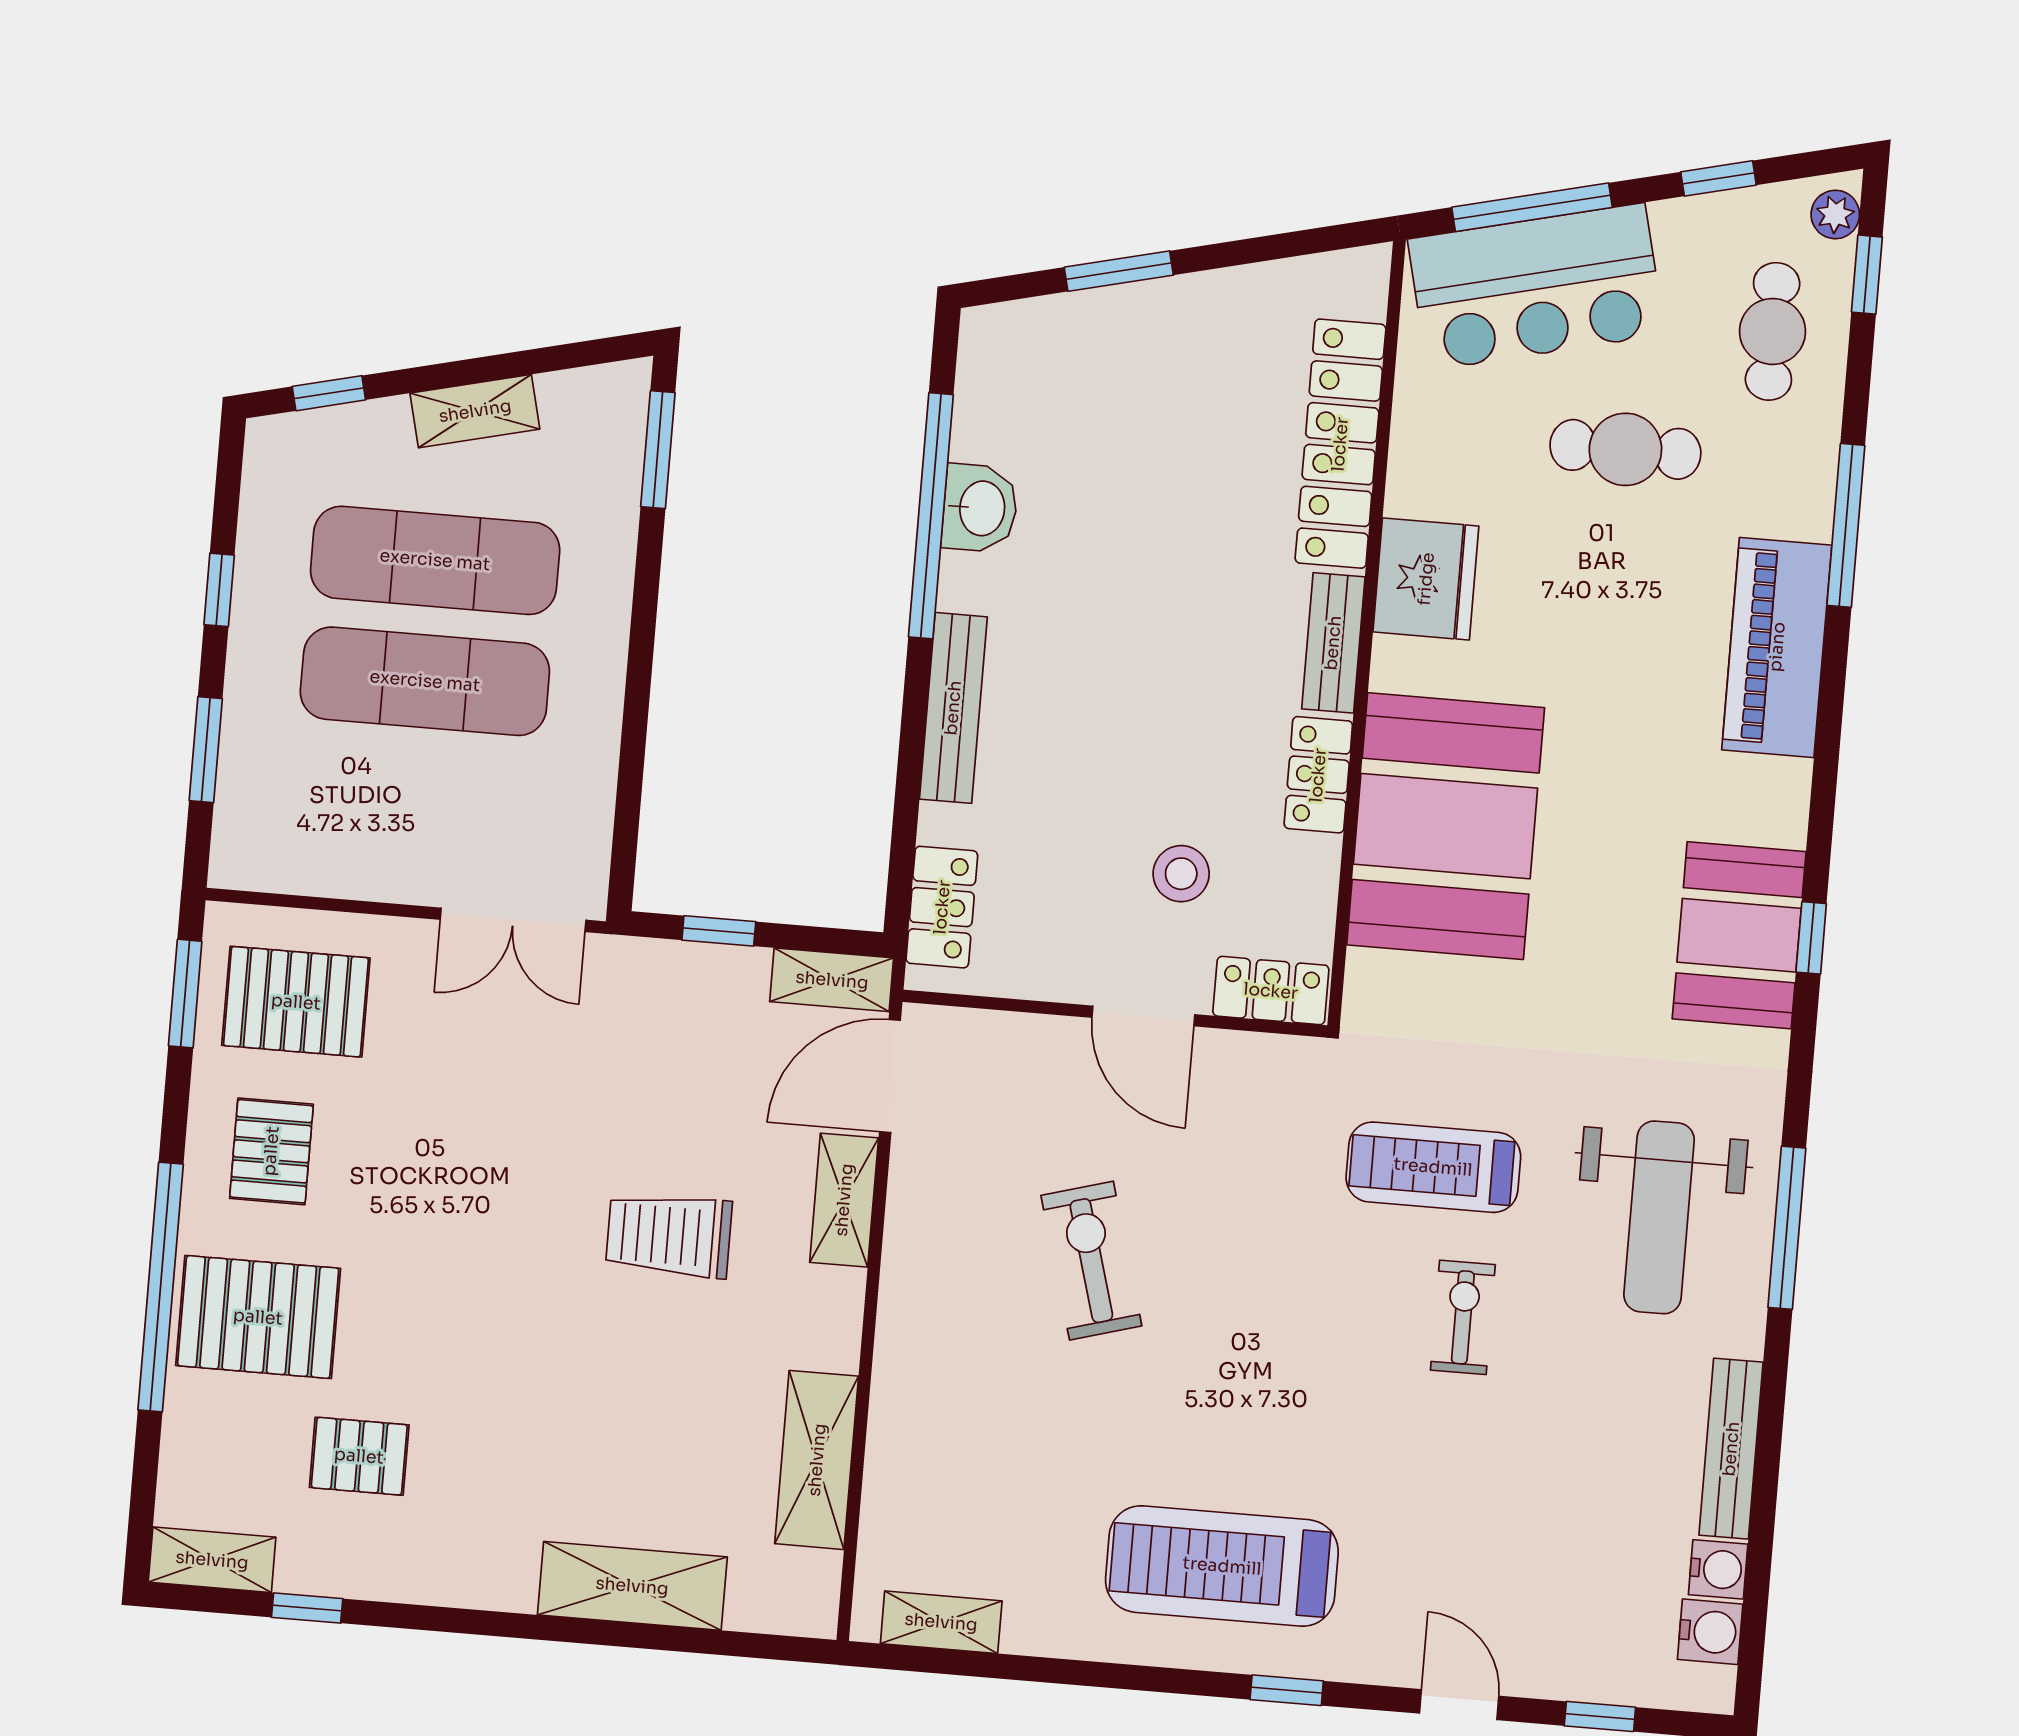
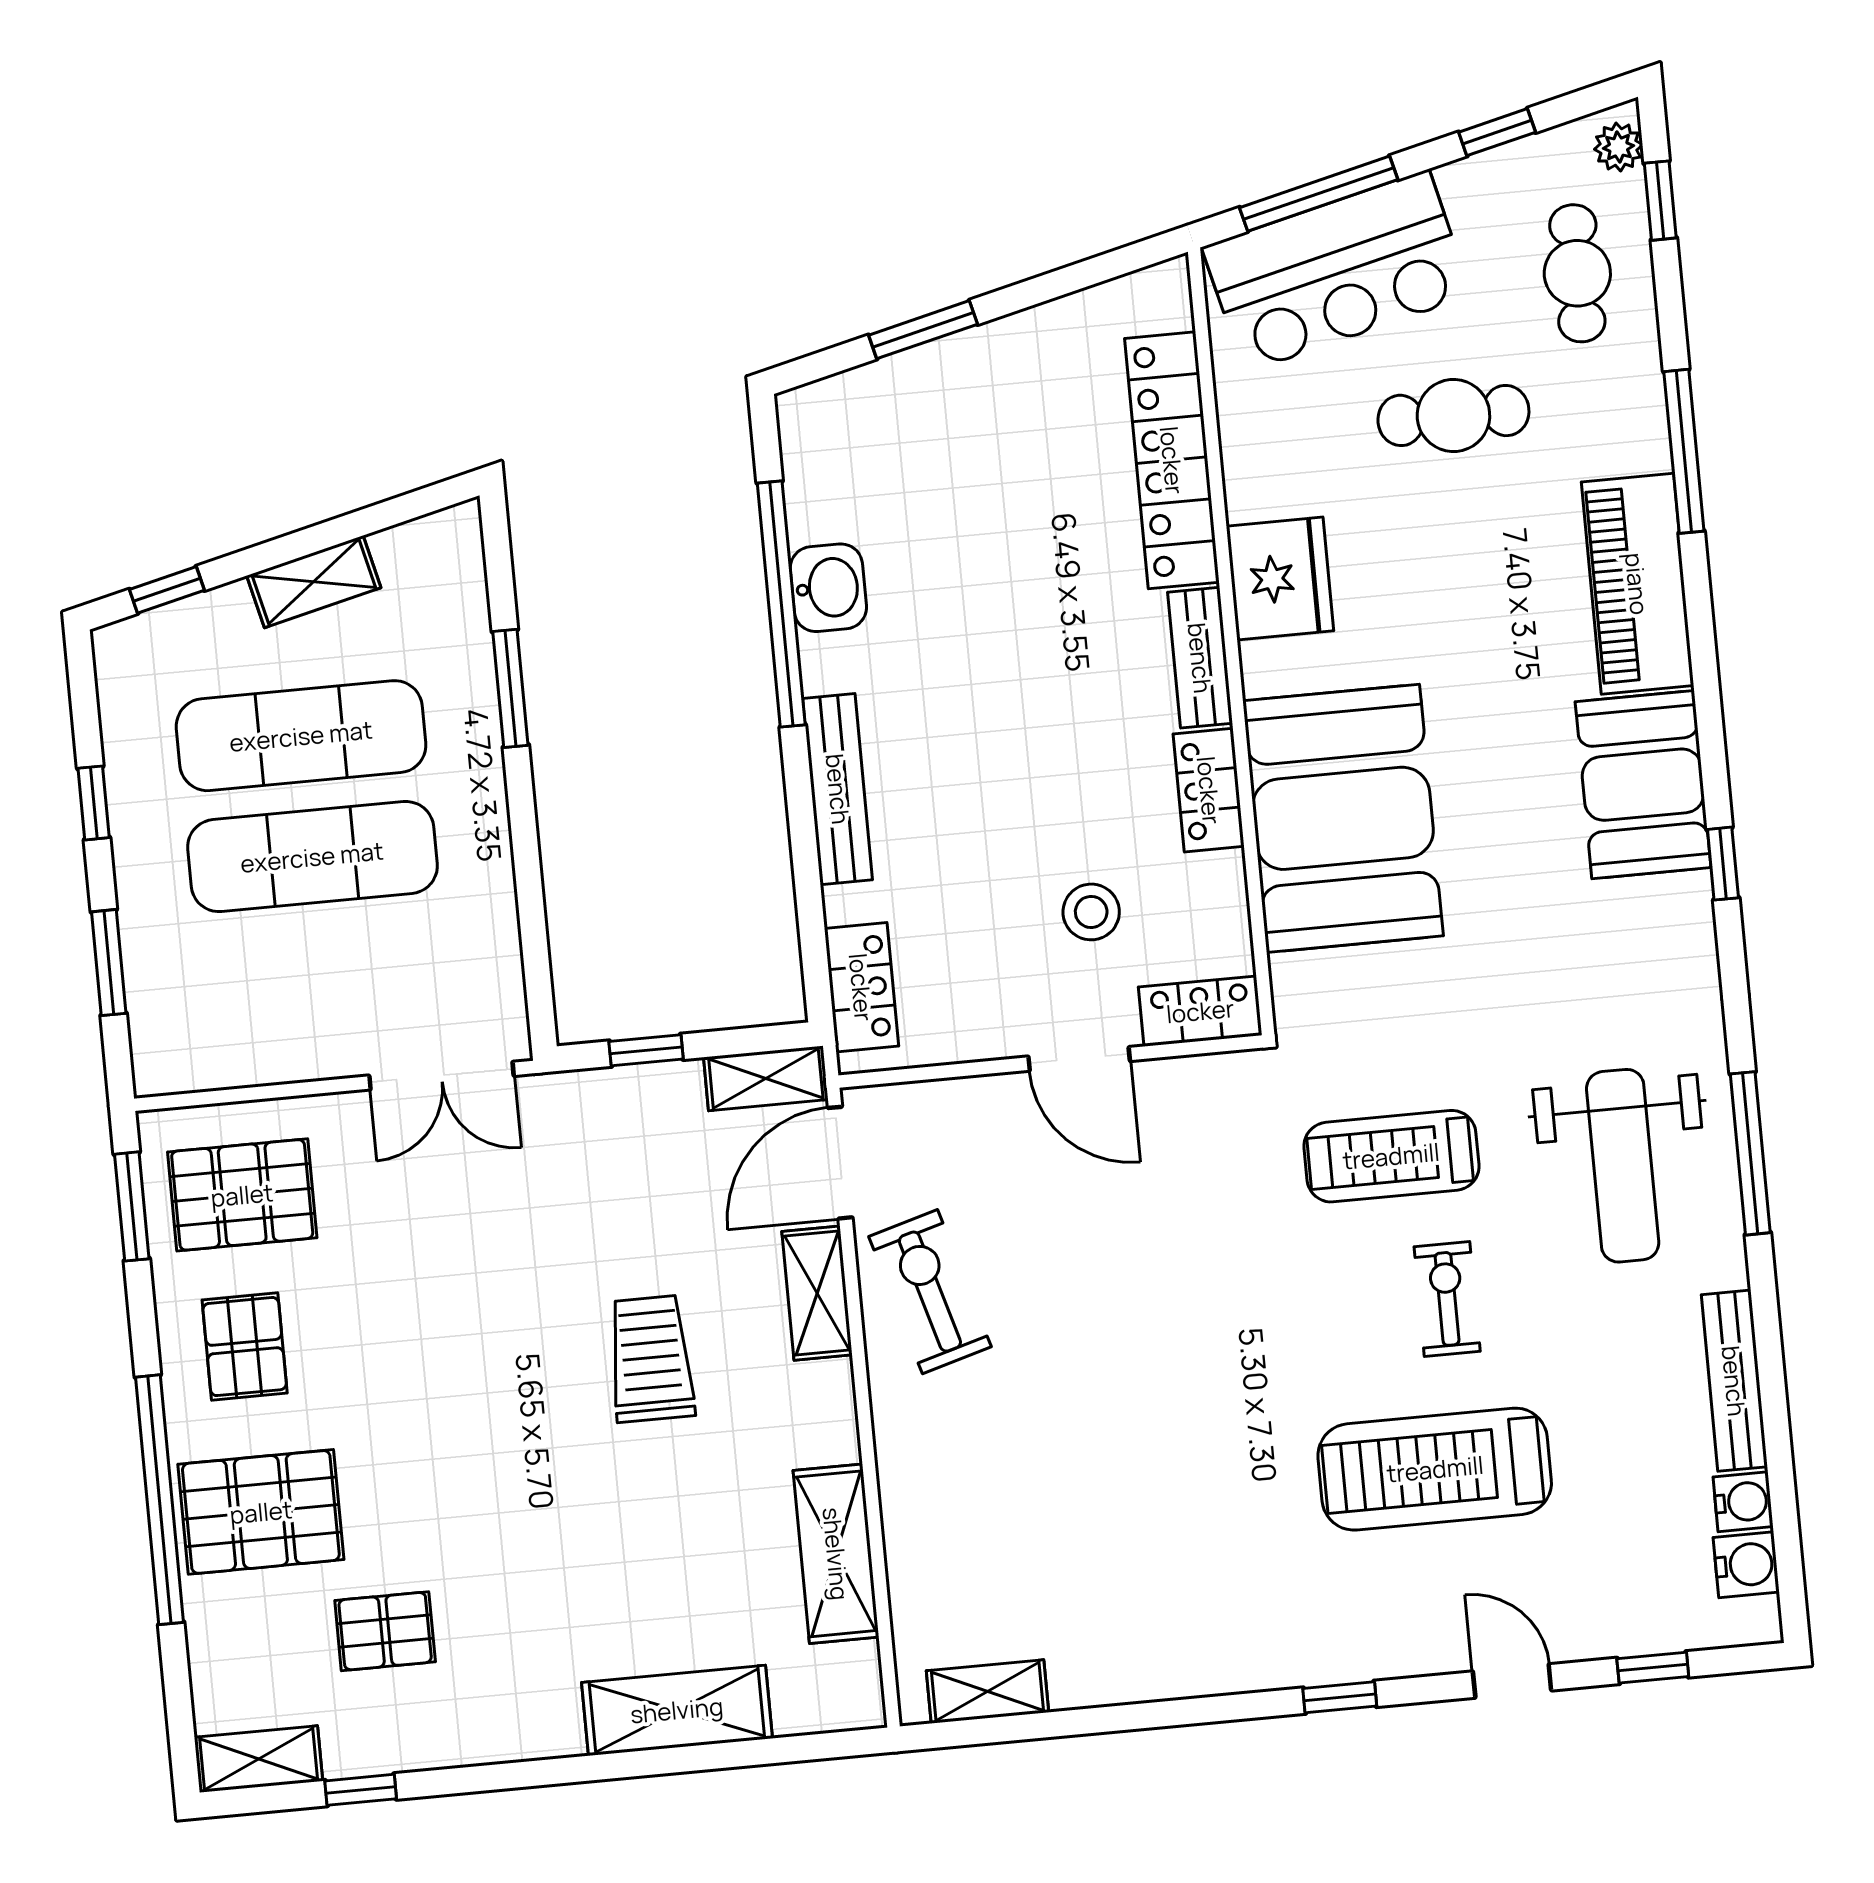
window: (658, 450) -> (510, 688), moved
booth: (1739, 935) -> (1643, 785), moved
trolley: (669, 1235) -> (651, 1359), turned 90
exercise bike: (1091, 1261) -> (930, 1292), moved
treadmill: (1222, 1566) -> (1435, 1469), moved

